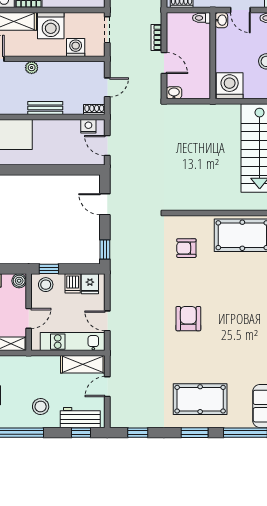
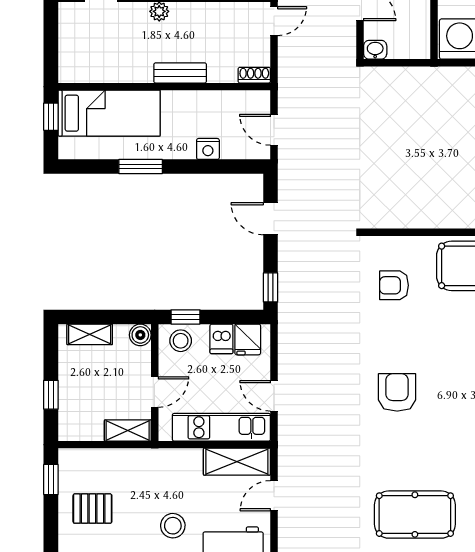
door: (107, 87) -> (274, 21), moved
nightstand: (88, 126) -> (208, 149), moved, turned 180
window: (19, 170) -> (141, 167), added

